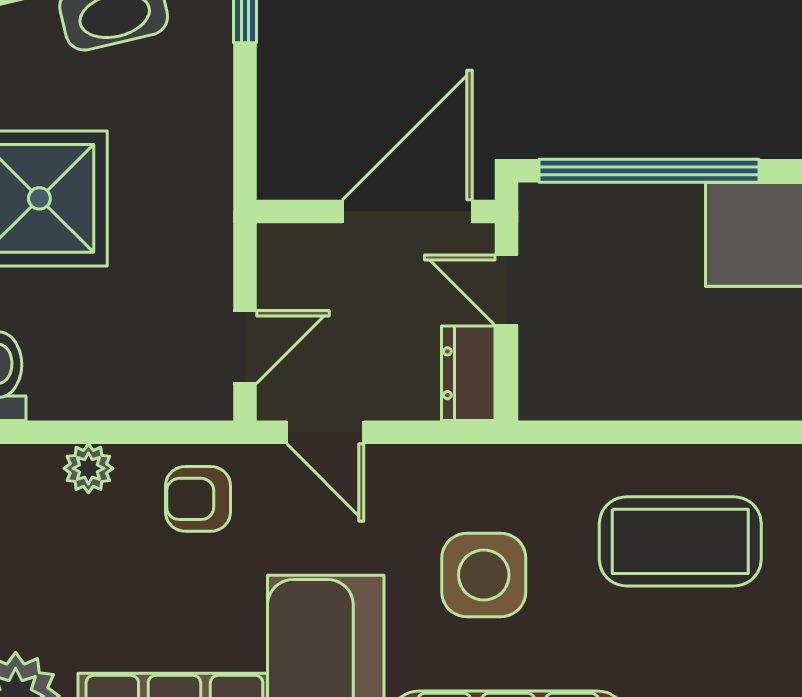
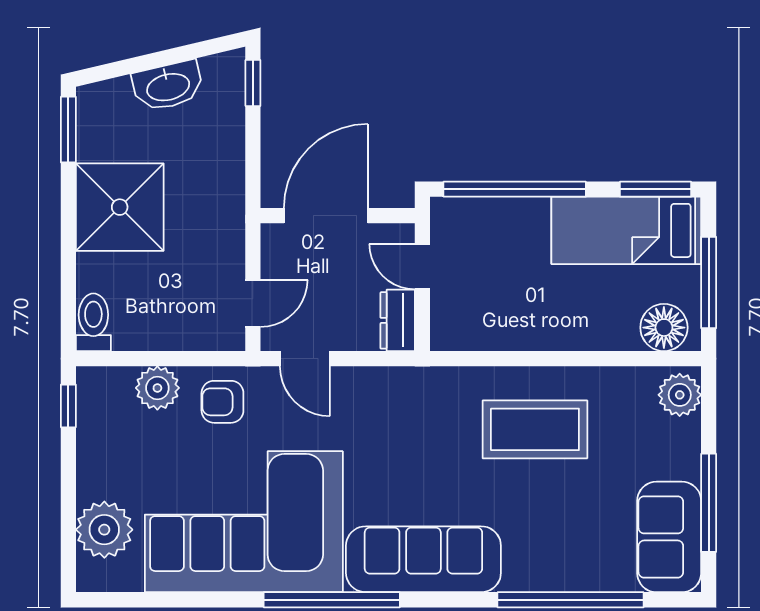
door: (407, 211) -> (326, 216), moved
plant: (88, 468) -> (157, 388), width x1.38, depth x1.38
side table: (484, 575) -> (408, 451), removed

